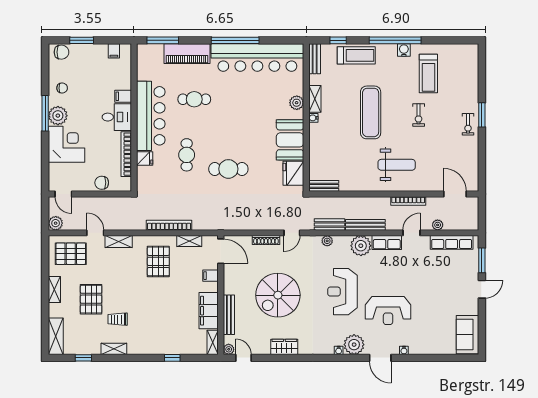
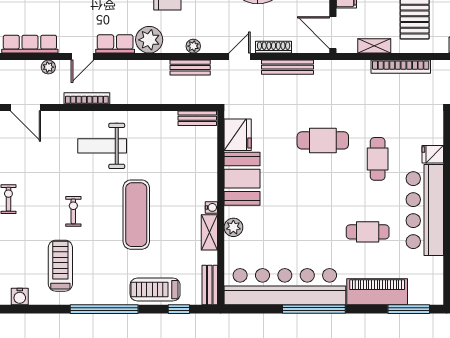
water cooler: (404, 50) -> (20, 296), moved
bench: (365, 225) -> (288, 67), moved

